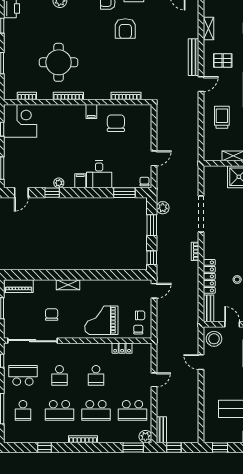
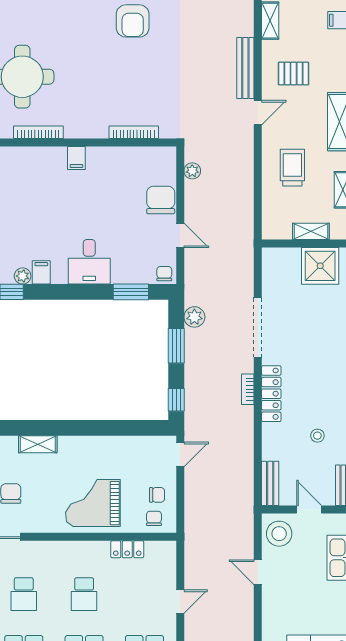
plant: (161, 119) -> (192, 171), added
chair: (116, 123) -> (161, 200), moved
door: (154, 158) -> (180, 235), hinge flipped
filing cabinet: (80, 181) -> (41, 272), moved
locker: (209, 276) -> (271, 394), moved

